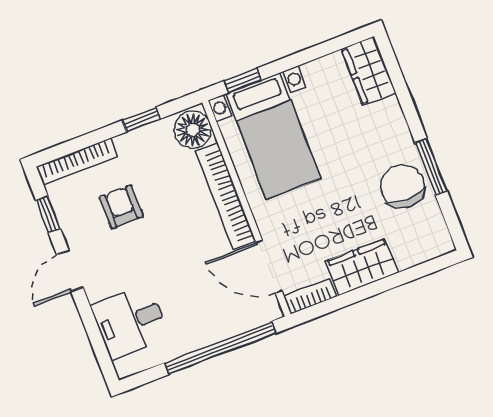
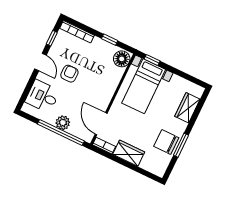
wardrobe: (369, 71) -> (187, 108), moved
chair: (403, 186) -> (166, 142), turned -90
bookcase: (226, 197) -> (110, 89), removed
armchair: (121, 207) -> (69, 74), moved
door: (70, 271) -> (40, 62), swing flipped
plant: (207, 329) -> (63, 123), added

